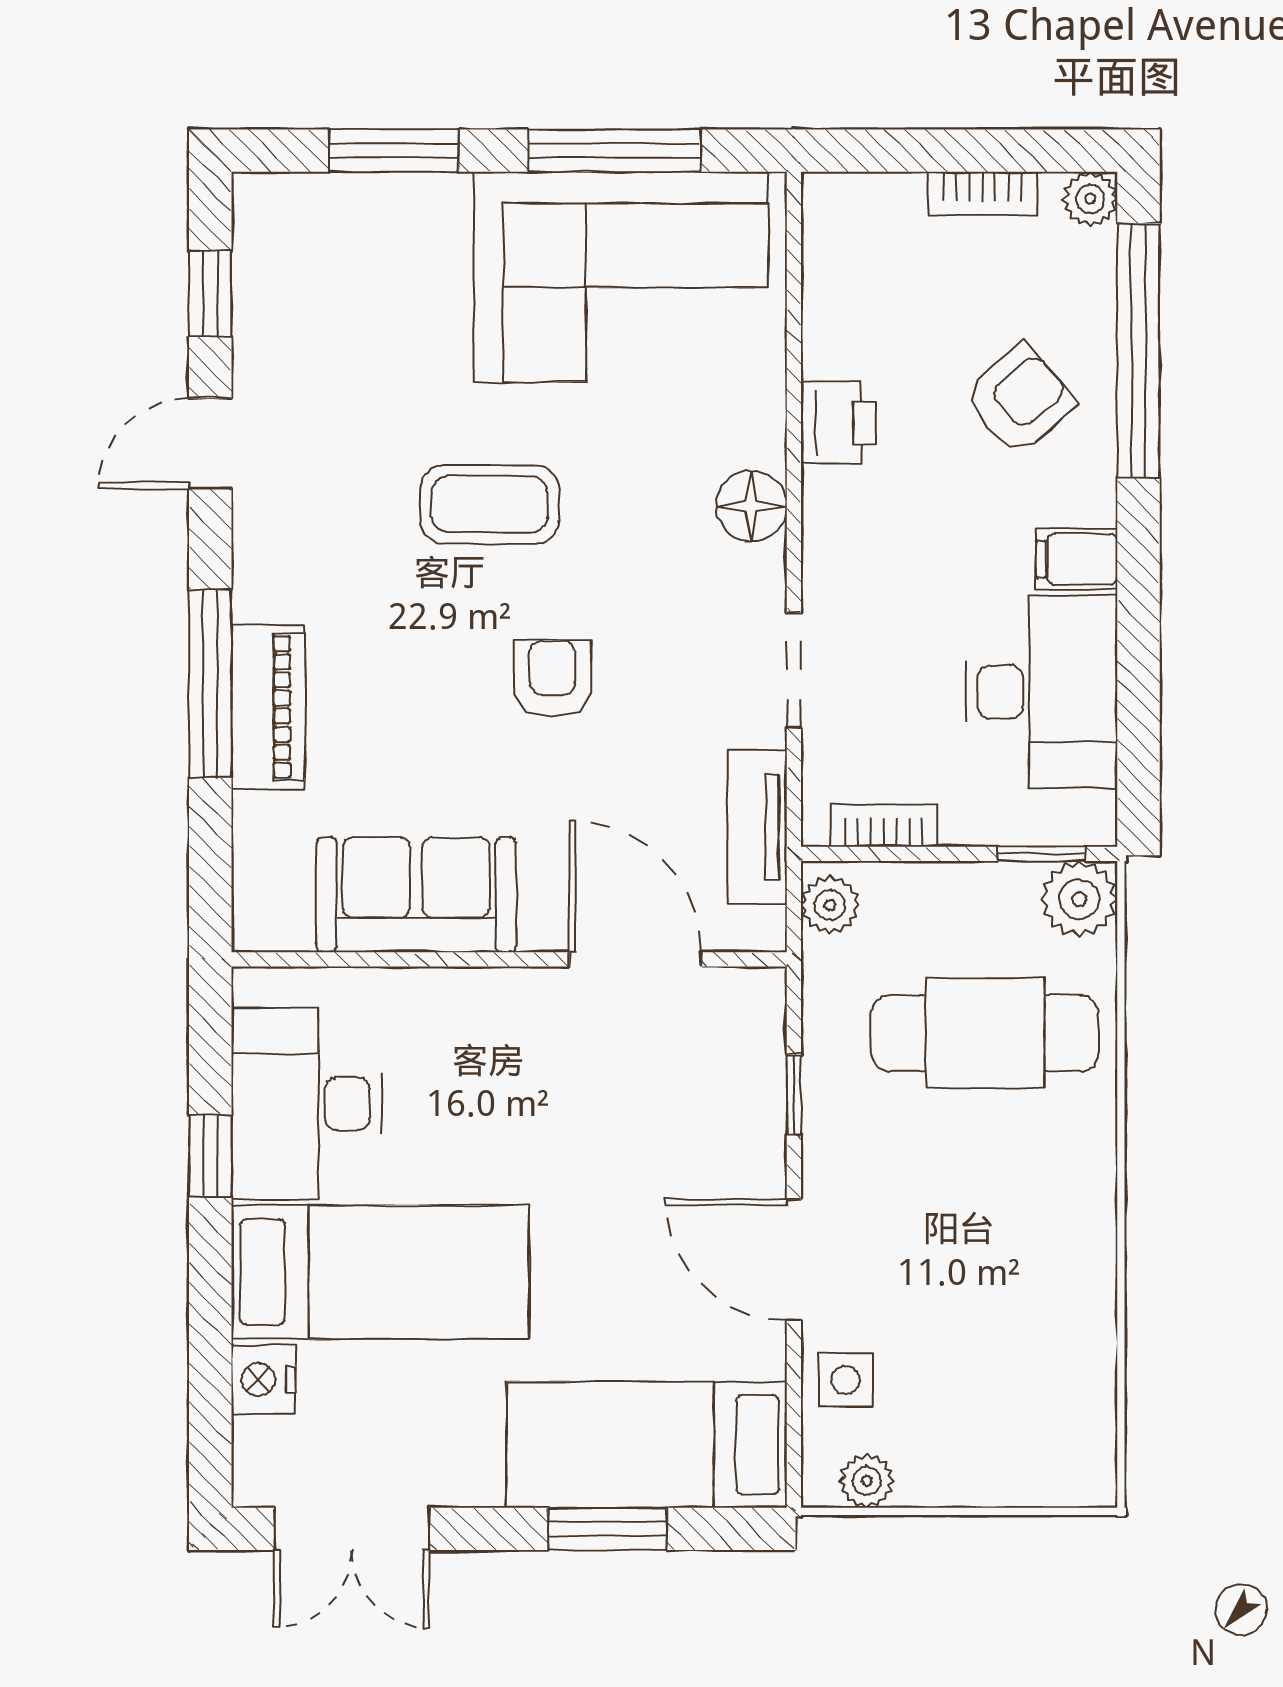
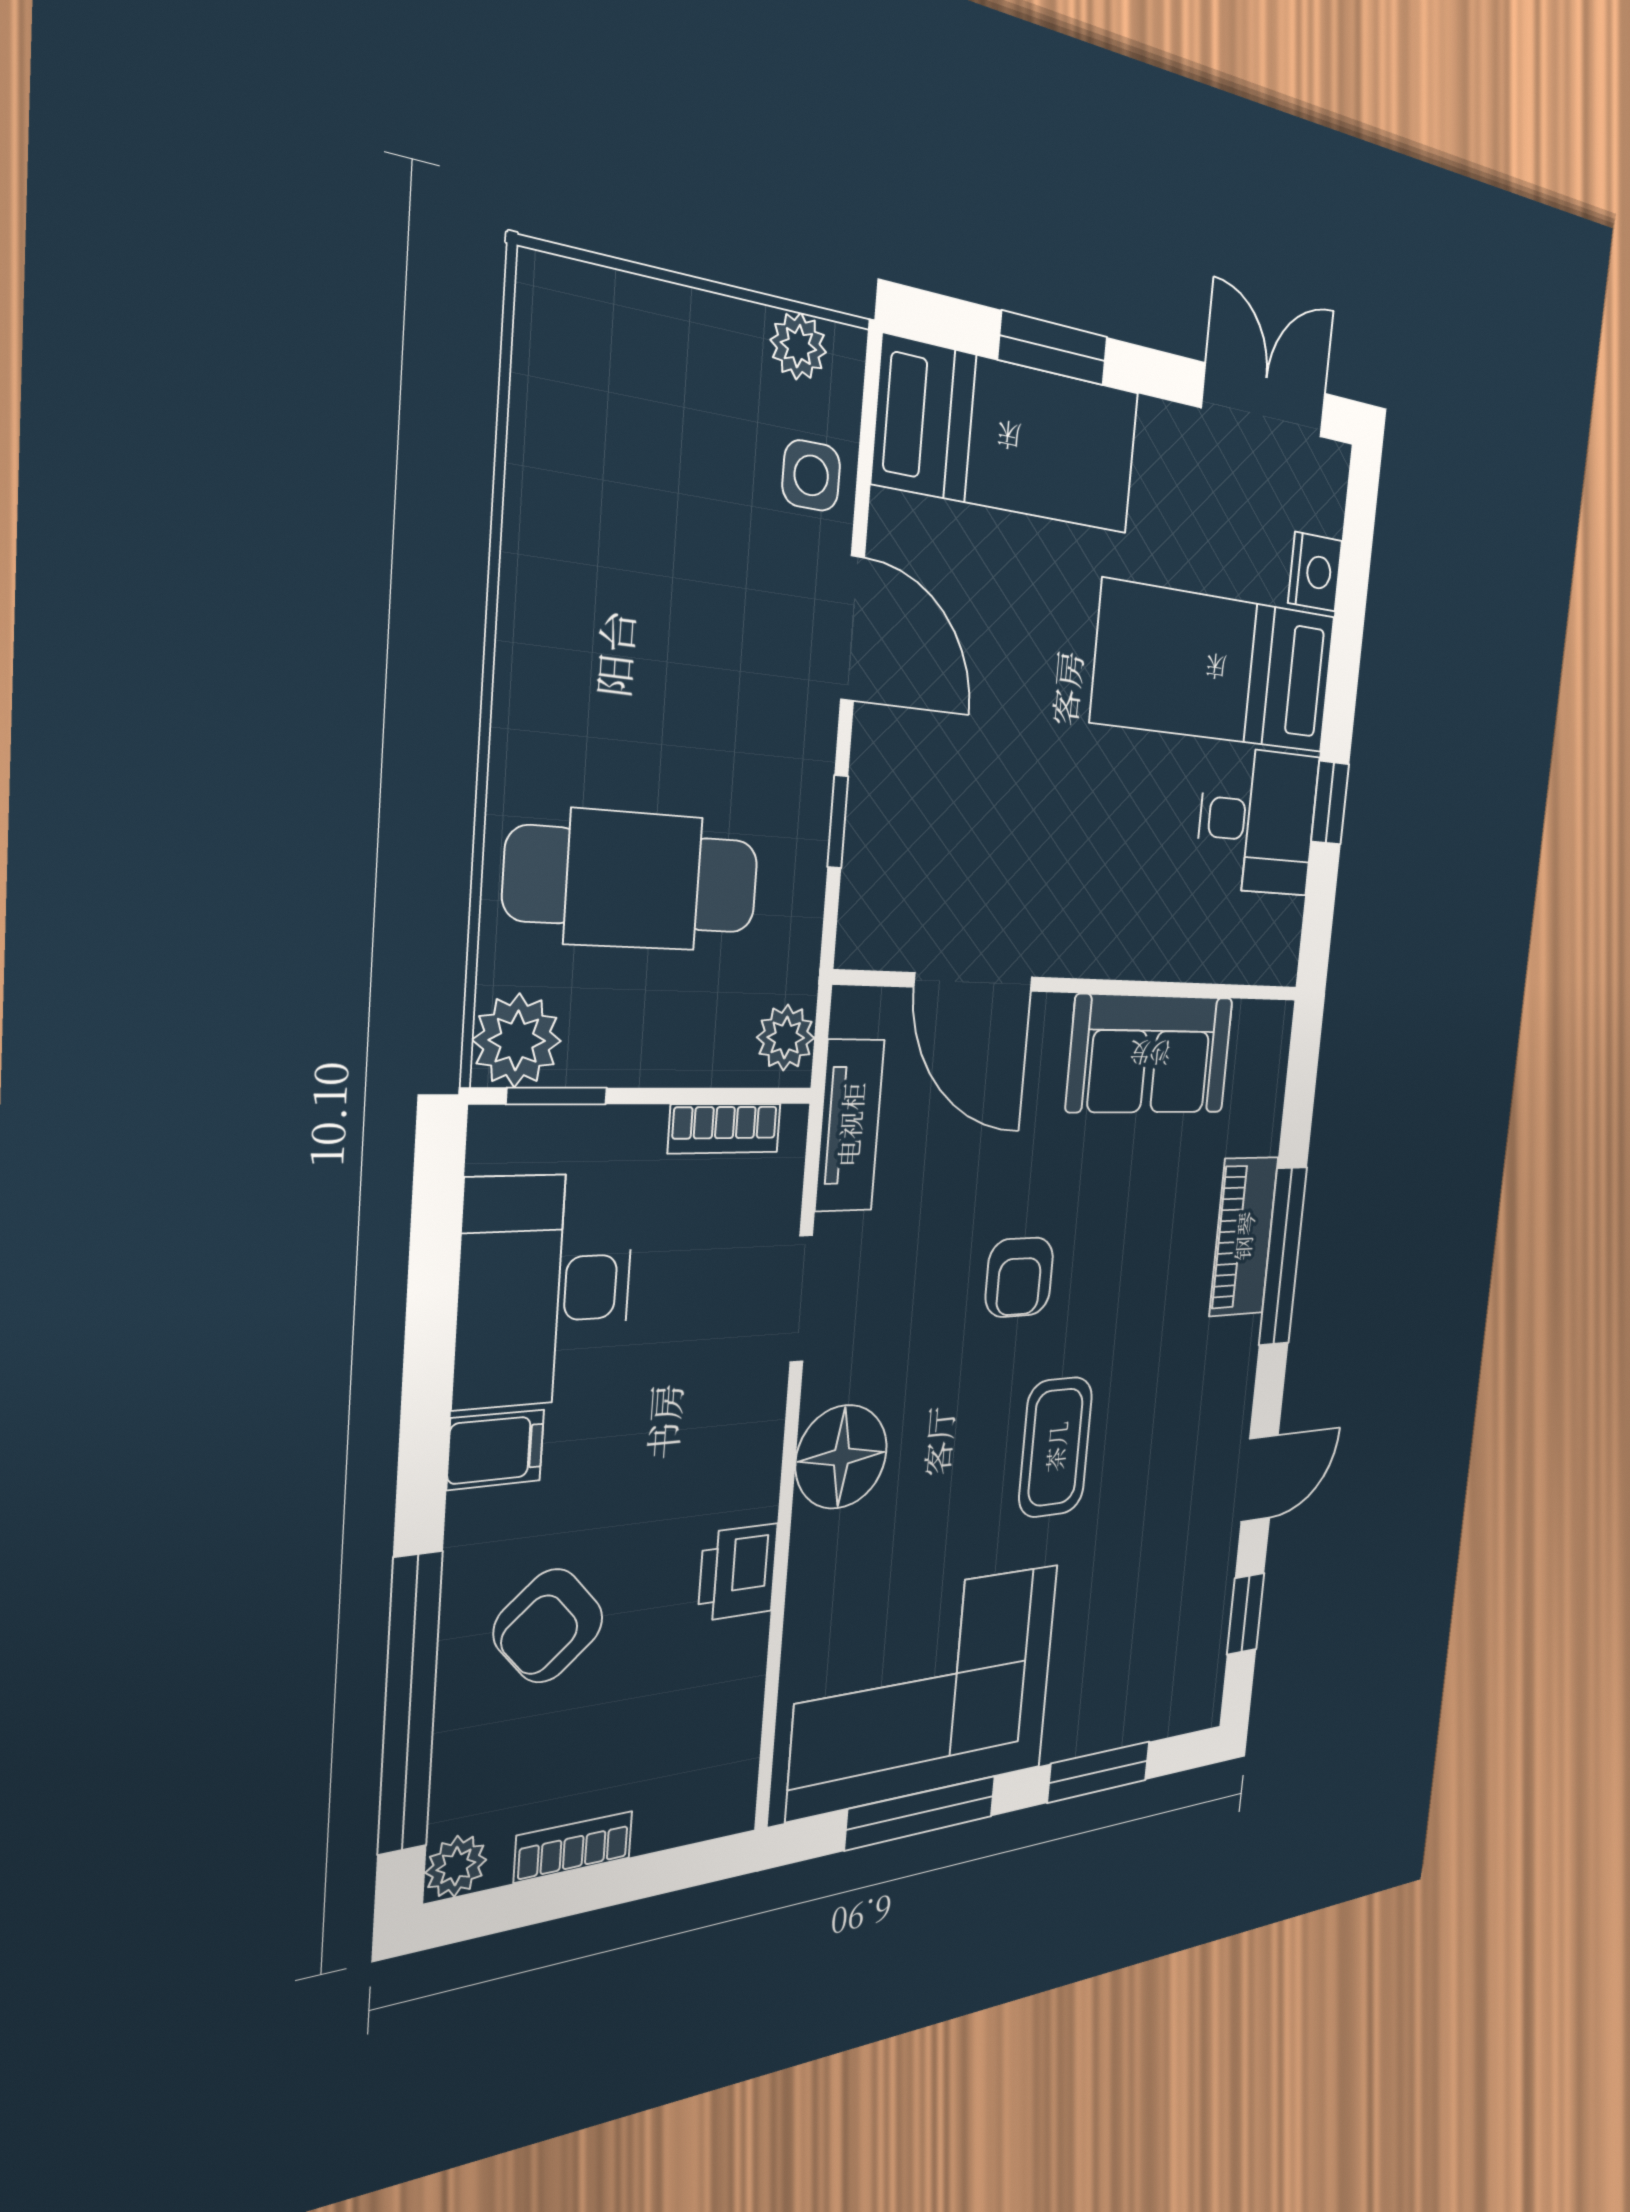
coffee table: (490, 504) -> (1056, 1447), turned 90
floor lamp: (751, 506) -> (841, 1457), width x1.38, depth x1.38
desk: (307, 1104) -> (1257, 821), width x0.73

